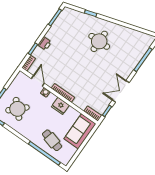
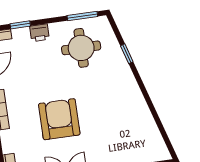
round table: (99, 41) -> (81, 48), moved
armchair: (92, 71) -> (59, 119), added

